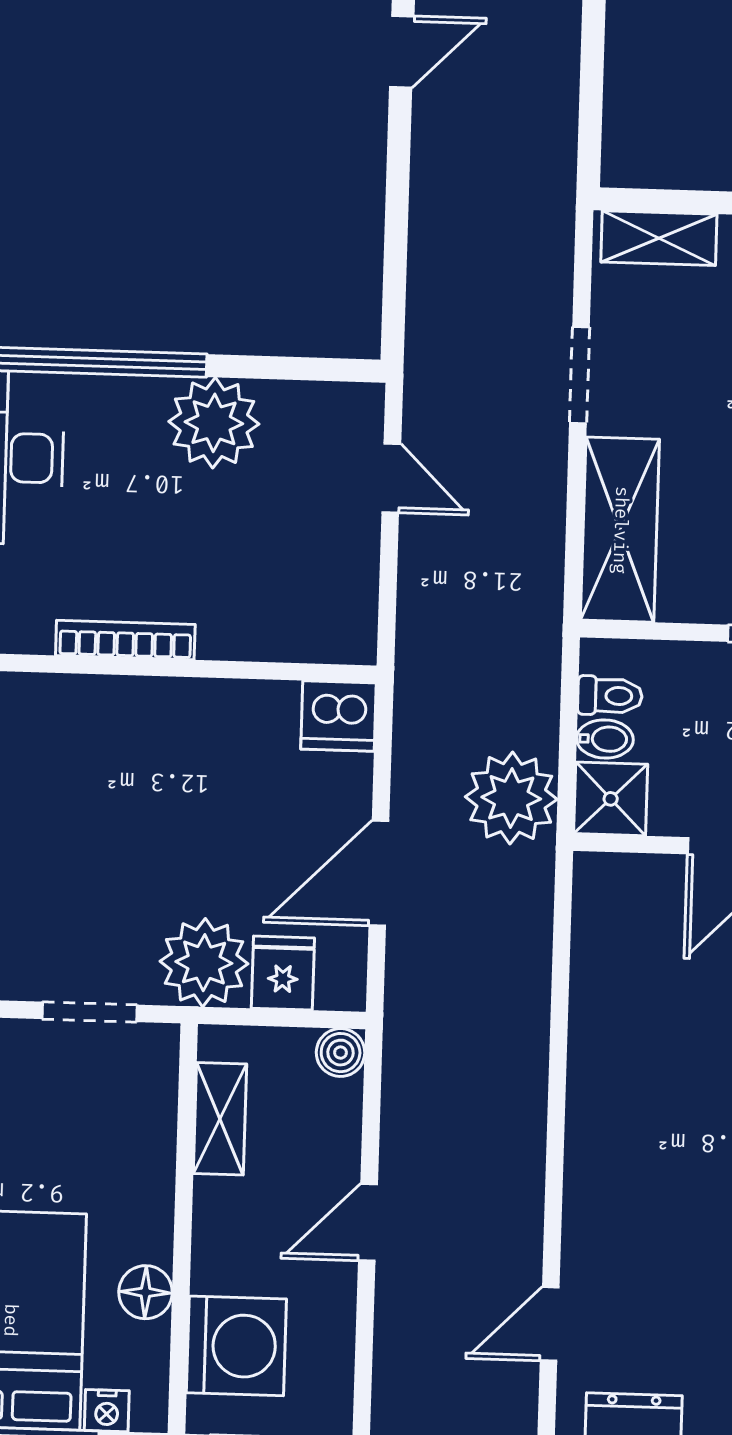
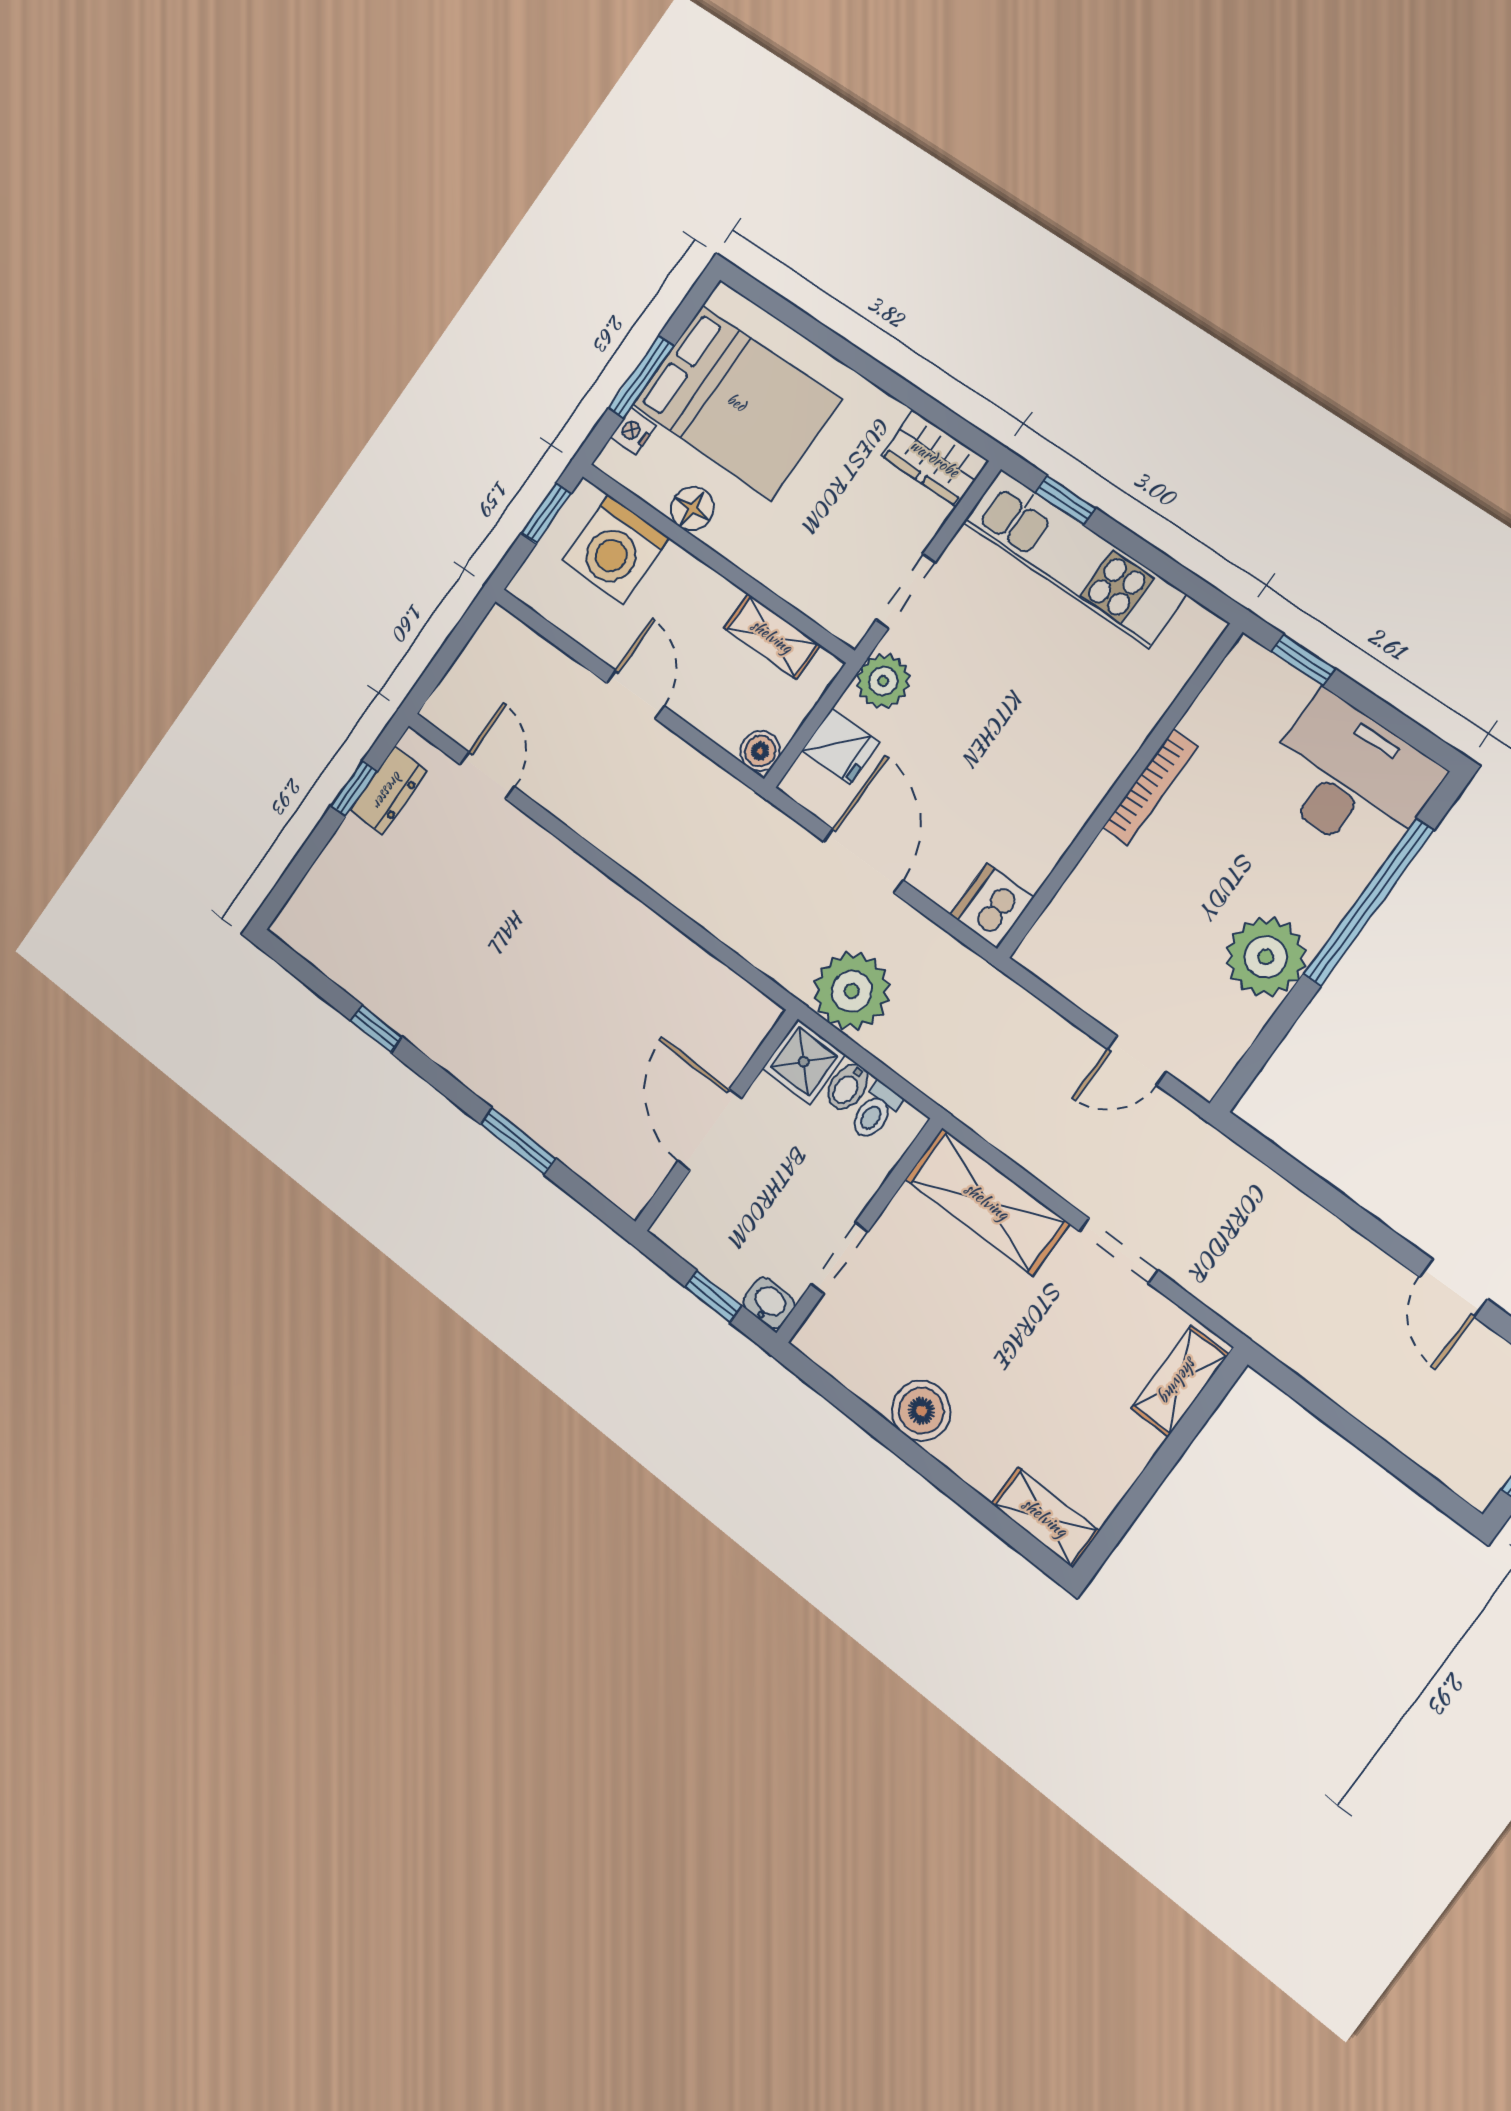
plant: (204, 963) -> (883, 681), width x0.73, depth x0.73

